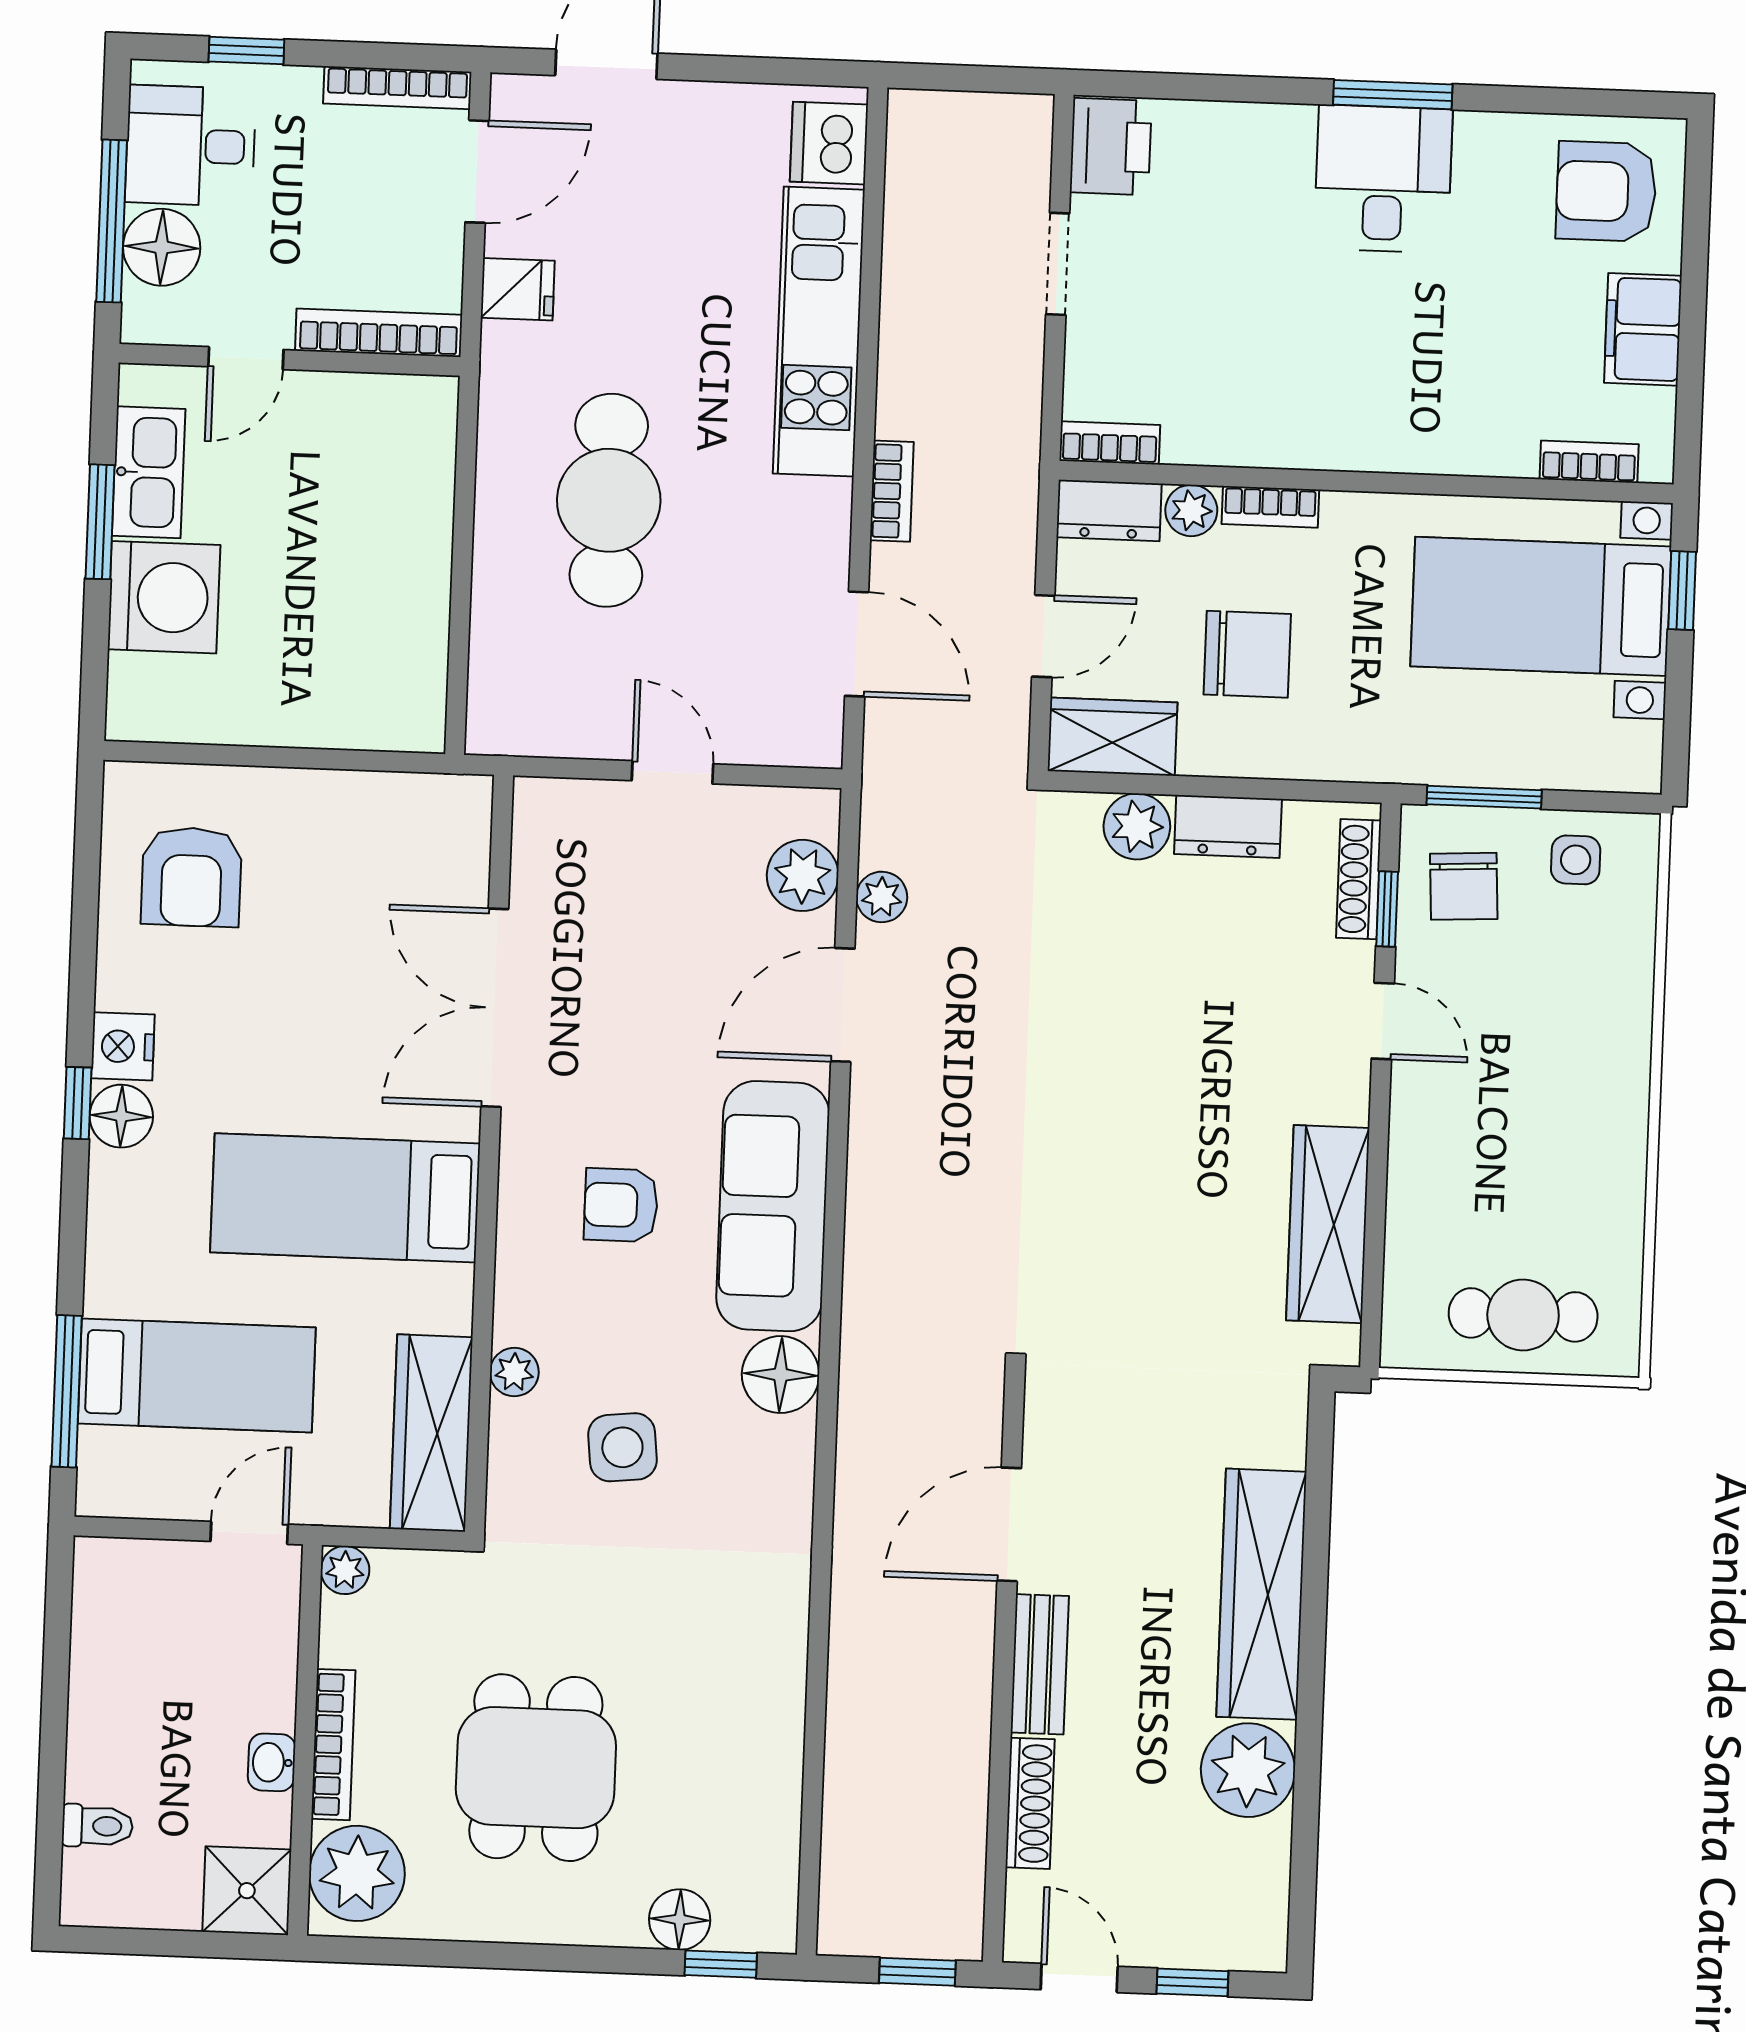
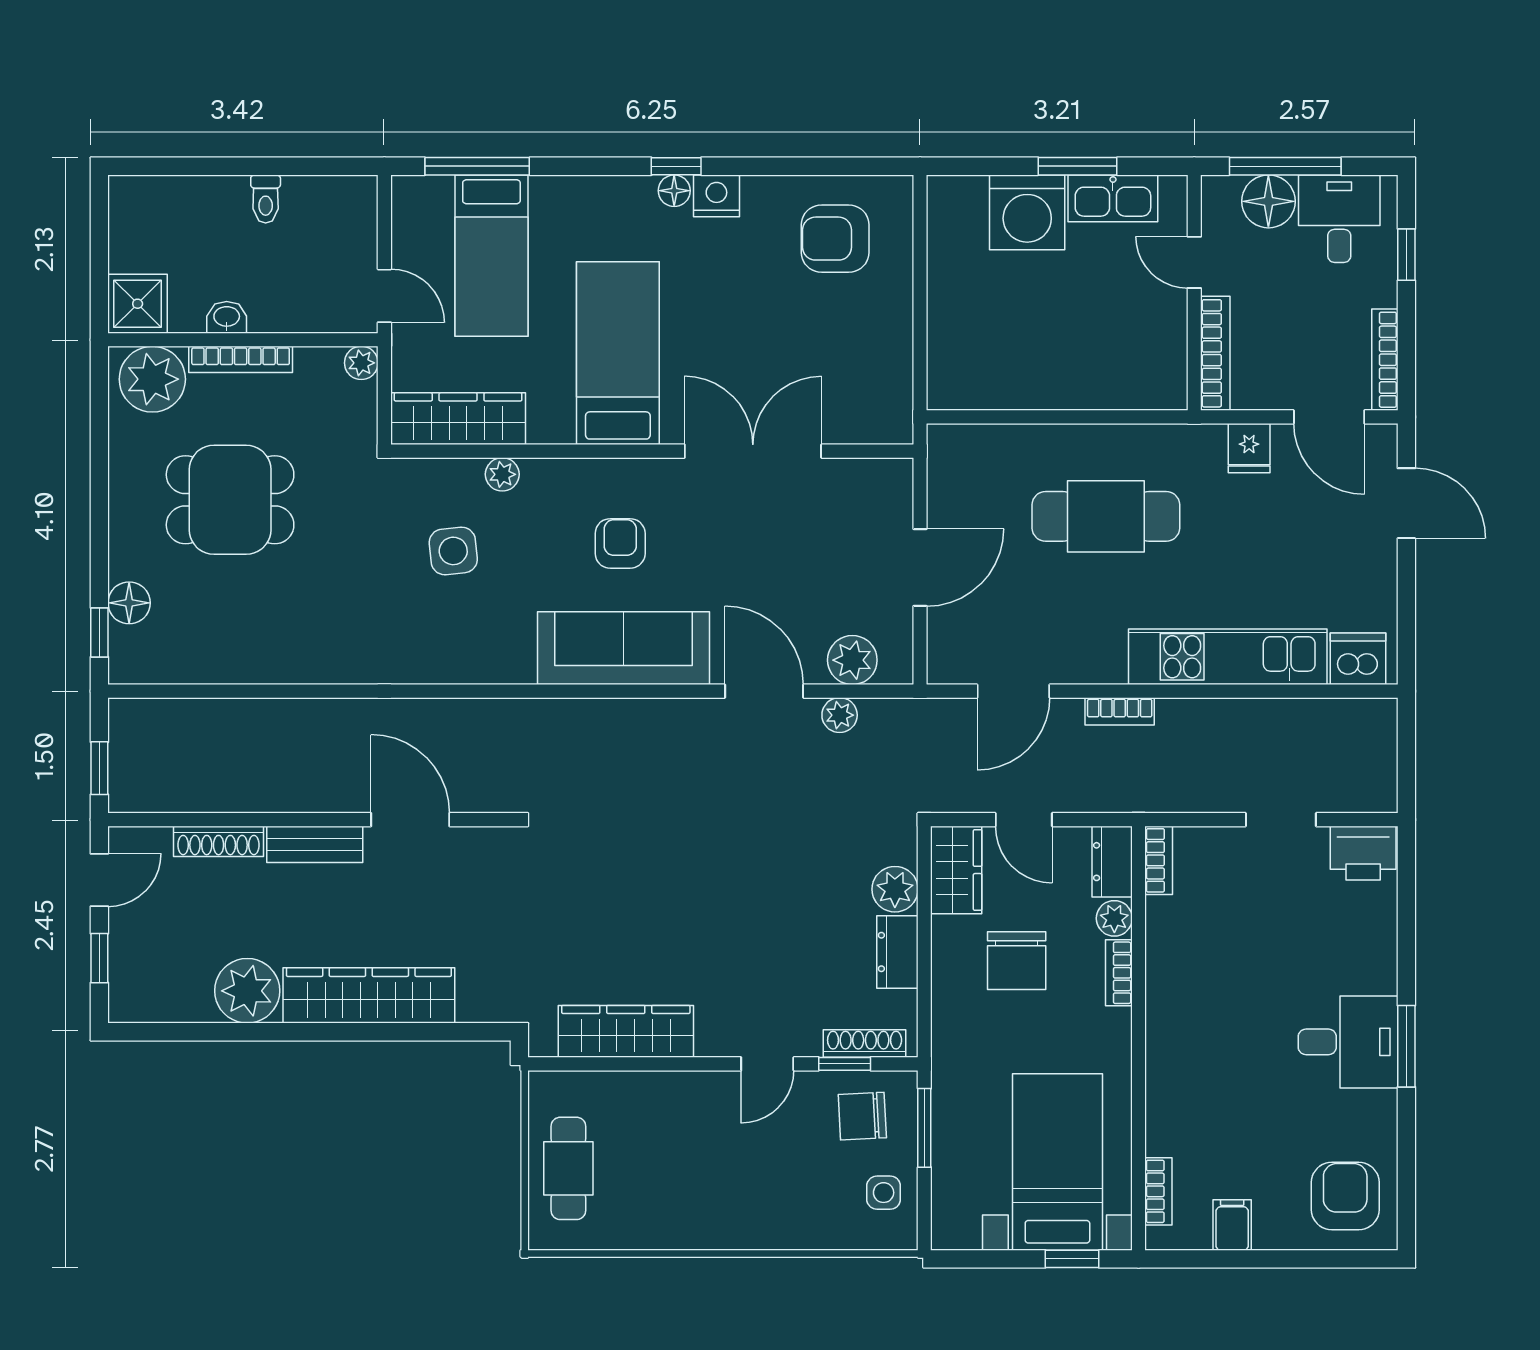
filing cabinet: (1643, 329) -> (1232, 1225), width x0.50
door: (672, 772) -> (920, 568), width x1.38
floor lamp: (121, 1116) -> (674, 191), width x0.73, depth x0.73
floor lamp: (781, 1375) -> (508, 658), removed
toilet: (97, 1826) -> (266, 199), moved

